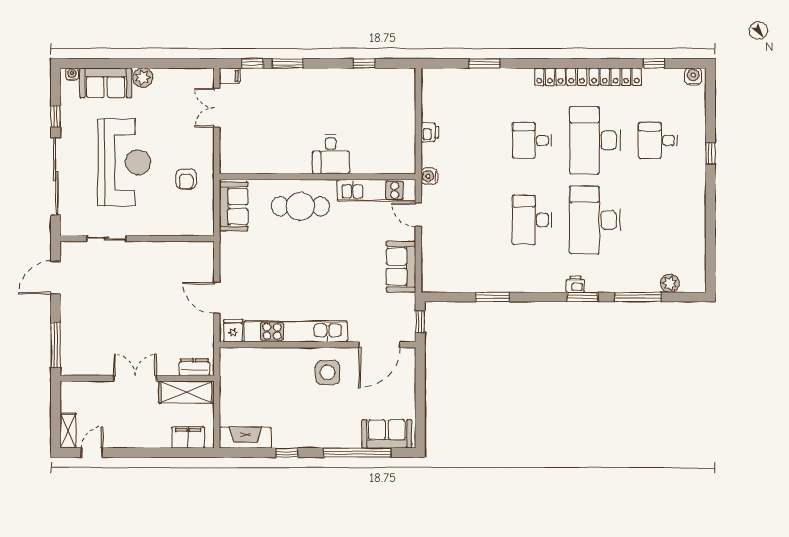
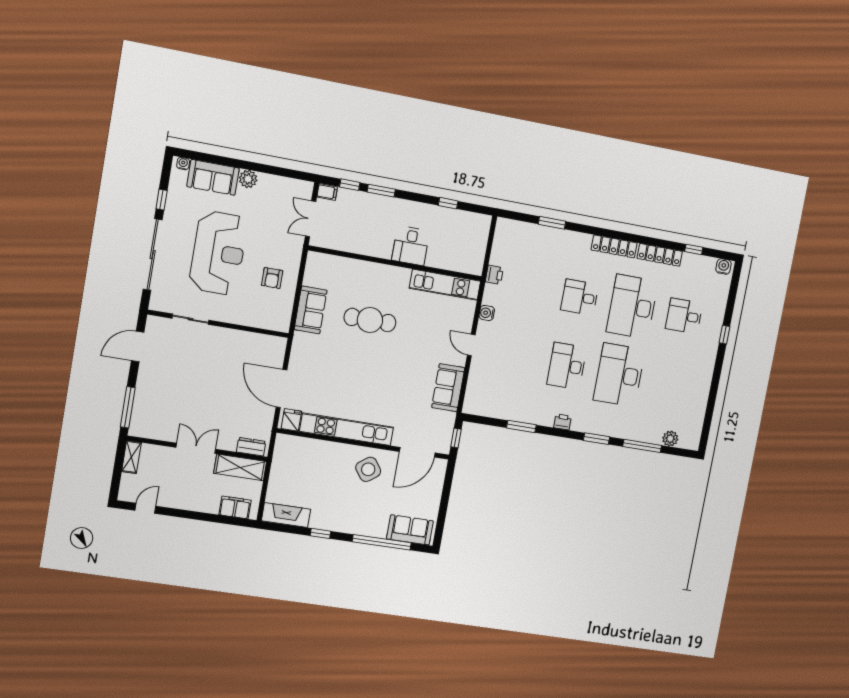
desk: (331, 154) -> (411, 246), moved
wall: (318, 177) -> (396, 263), moved
kitchen unit: (377, 190) -> (445, 285), moved
printer: (575, 284) -> (563, 422), moved
door: (217, 298) -> (282, 388), width x1.36
side table: (328, 373) -> (368, 469), turned -36
shelving: (68, 431) -> (131, 457), moved

